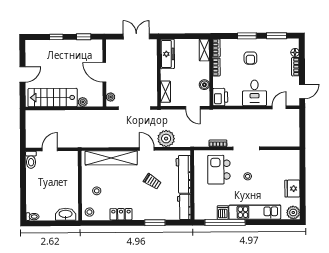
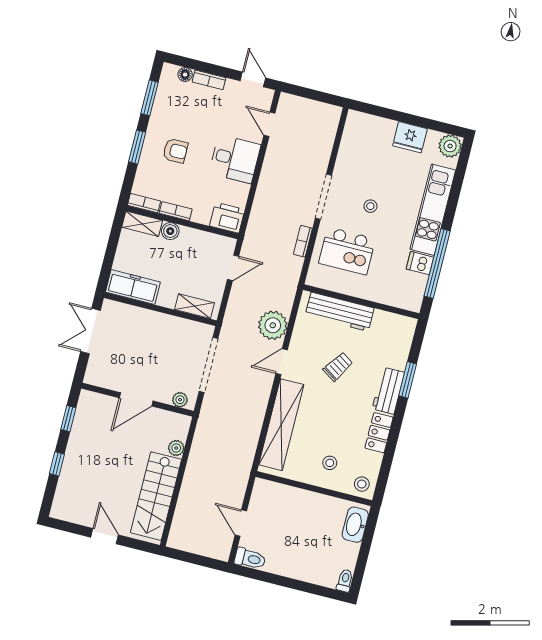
boiler: (204, 85) -> (170, 231), moved
workbench: (184, 207) -> (388, 391), moved, turned 90

